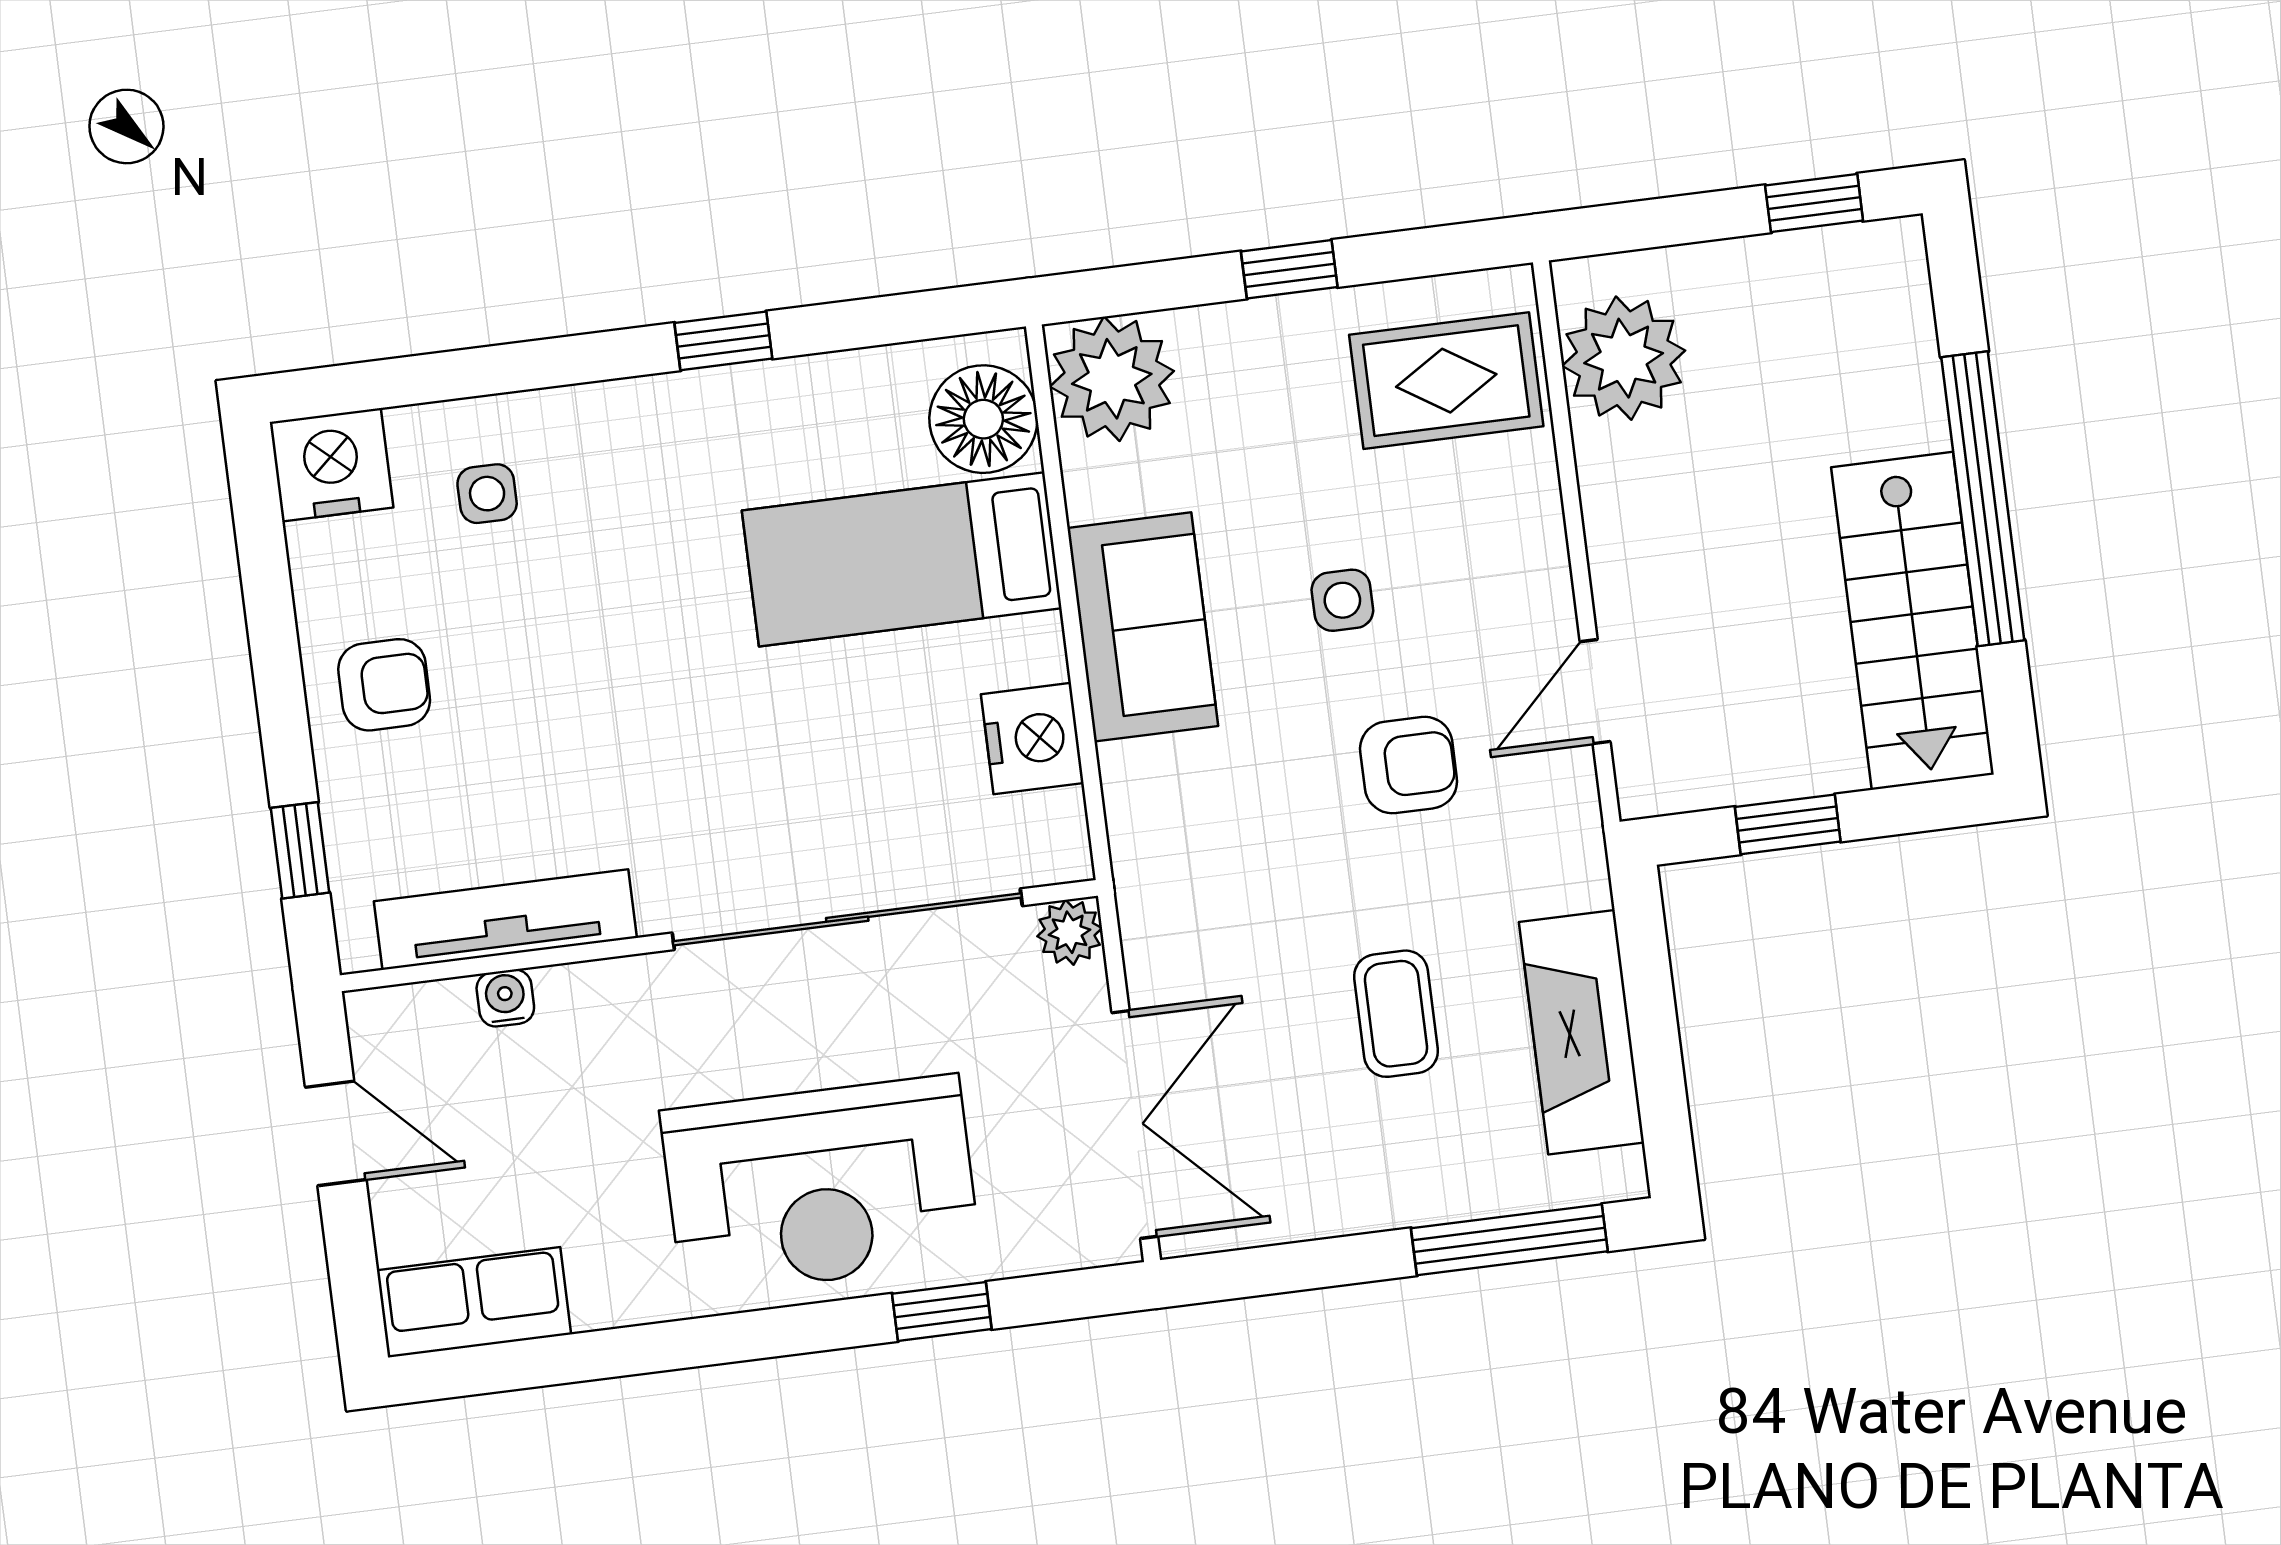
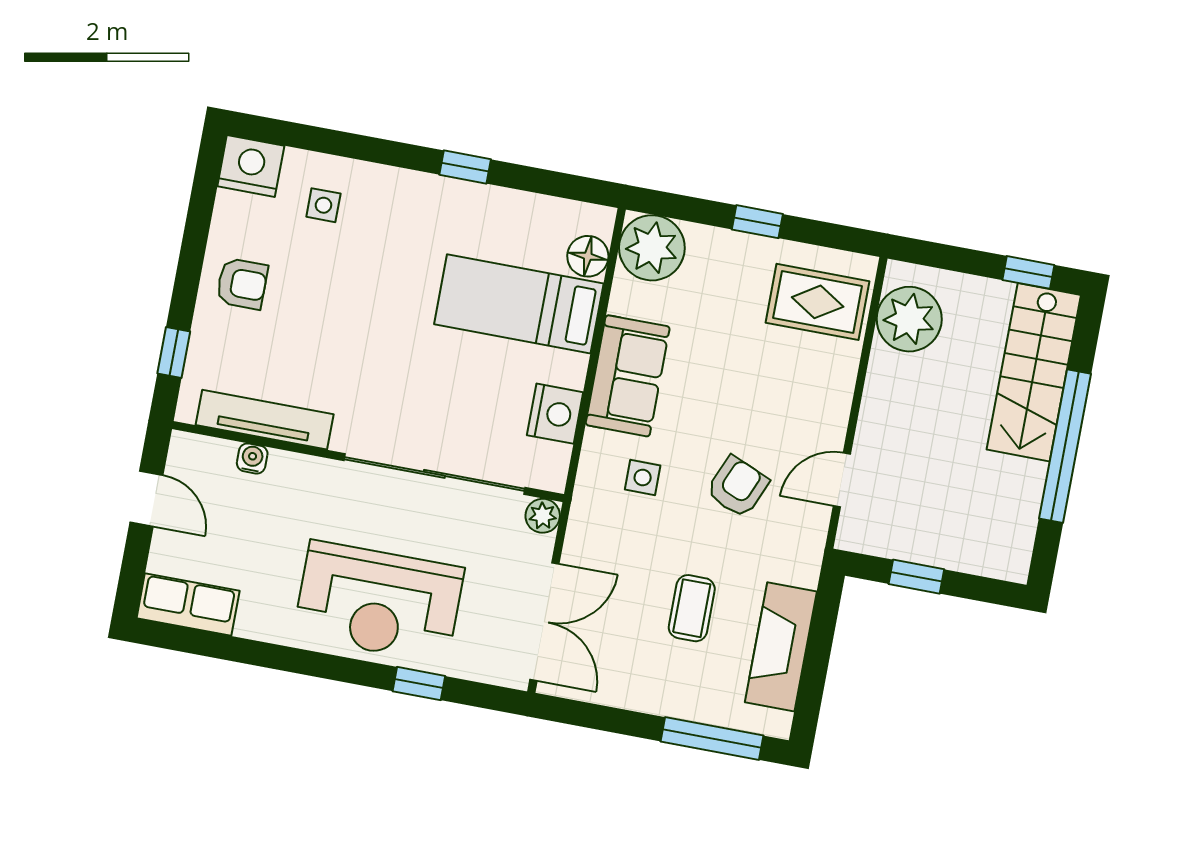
floor lamp: (983, 419) -> (588, 256), width x0.73, depth x0.73
side table: (1342, 600) -> (643, 477), moved
stairs: (1912, 621) -> (1034, 372), moved
armchair: (1409, 765) -> (738, 487), turned -67

